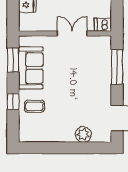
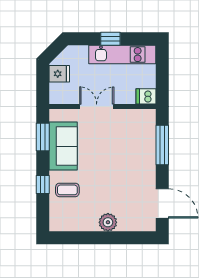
double door: (72, 33) -> (97, 106), moved
plant: (83, 134) -> (108, 222), moved

